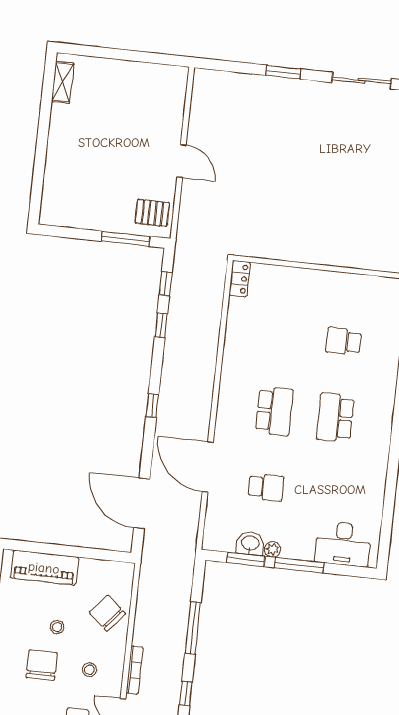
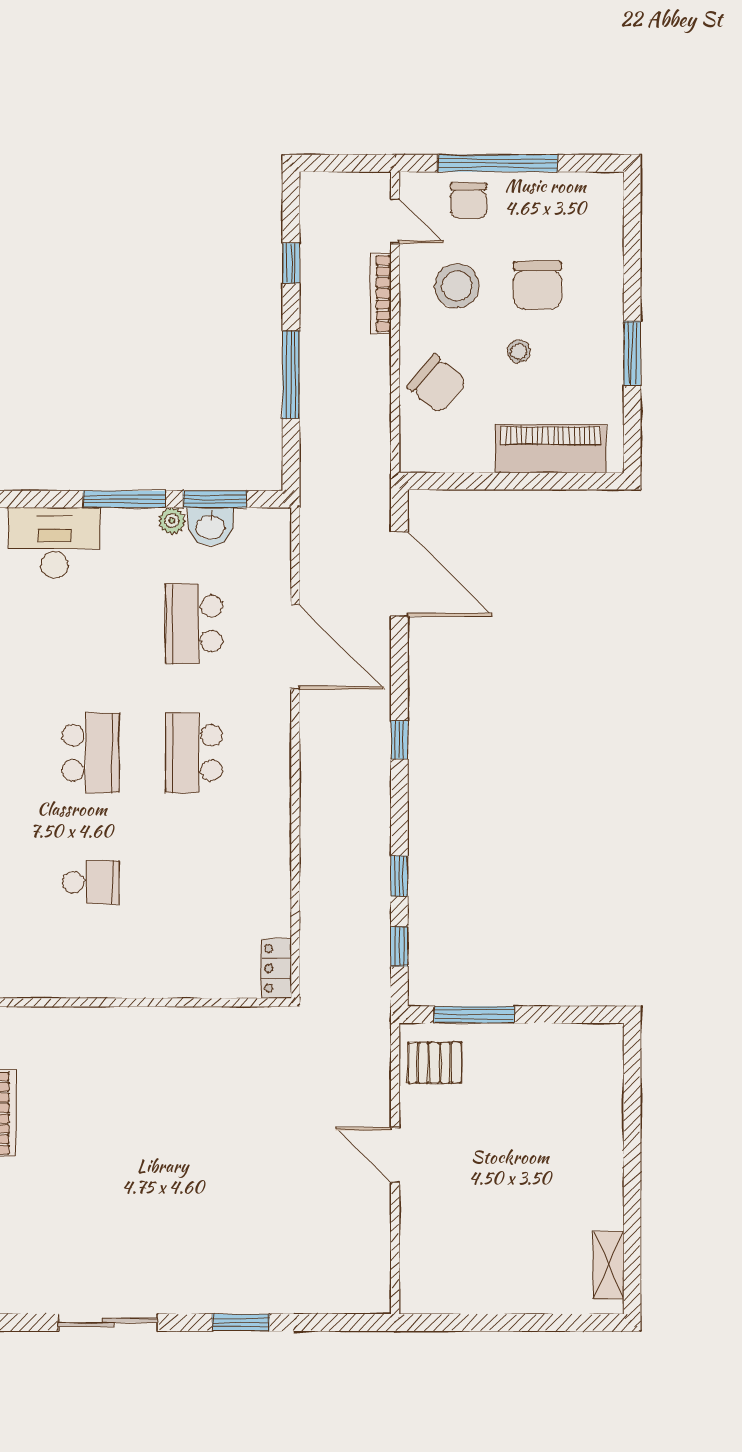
school desk: (266, 487) -> (194, 624), width x1.85
stool: (89, 670) -> (457, 286), width x1.89, depth x1.89

